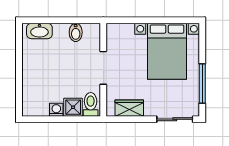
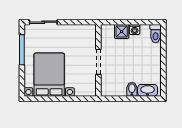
bidet: (76, 32) -> (132, 89), moved
toilet: (91, 104) -> (156, 34), moved
wardrobe: (129, 108) -> (78, 31), removed

